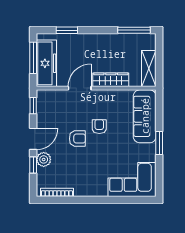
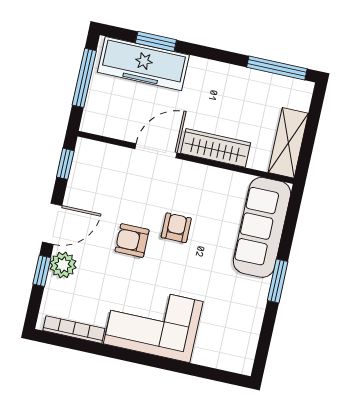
freezer: (46, 63) -> (143, 64), moved, turned 90
armchair: (77, 139) -> (132, 241), turned 180
corner sofa: (132, 180) -> (153, 323), moved

